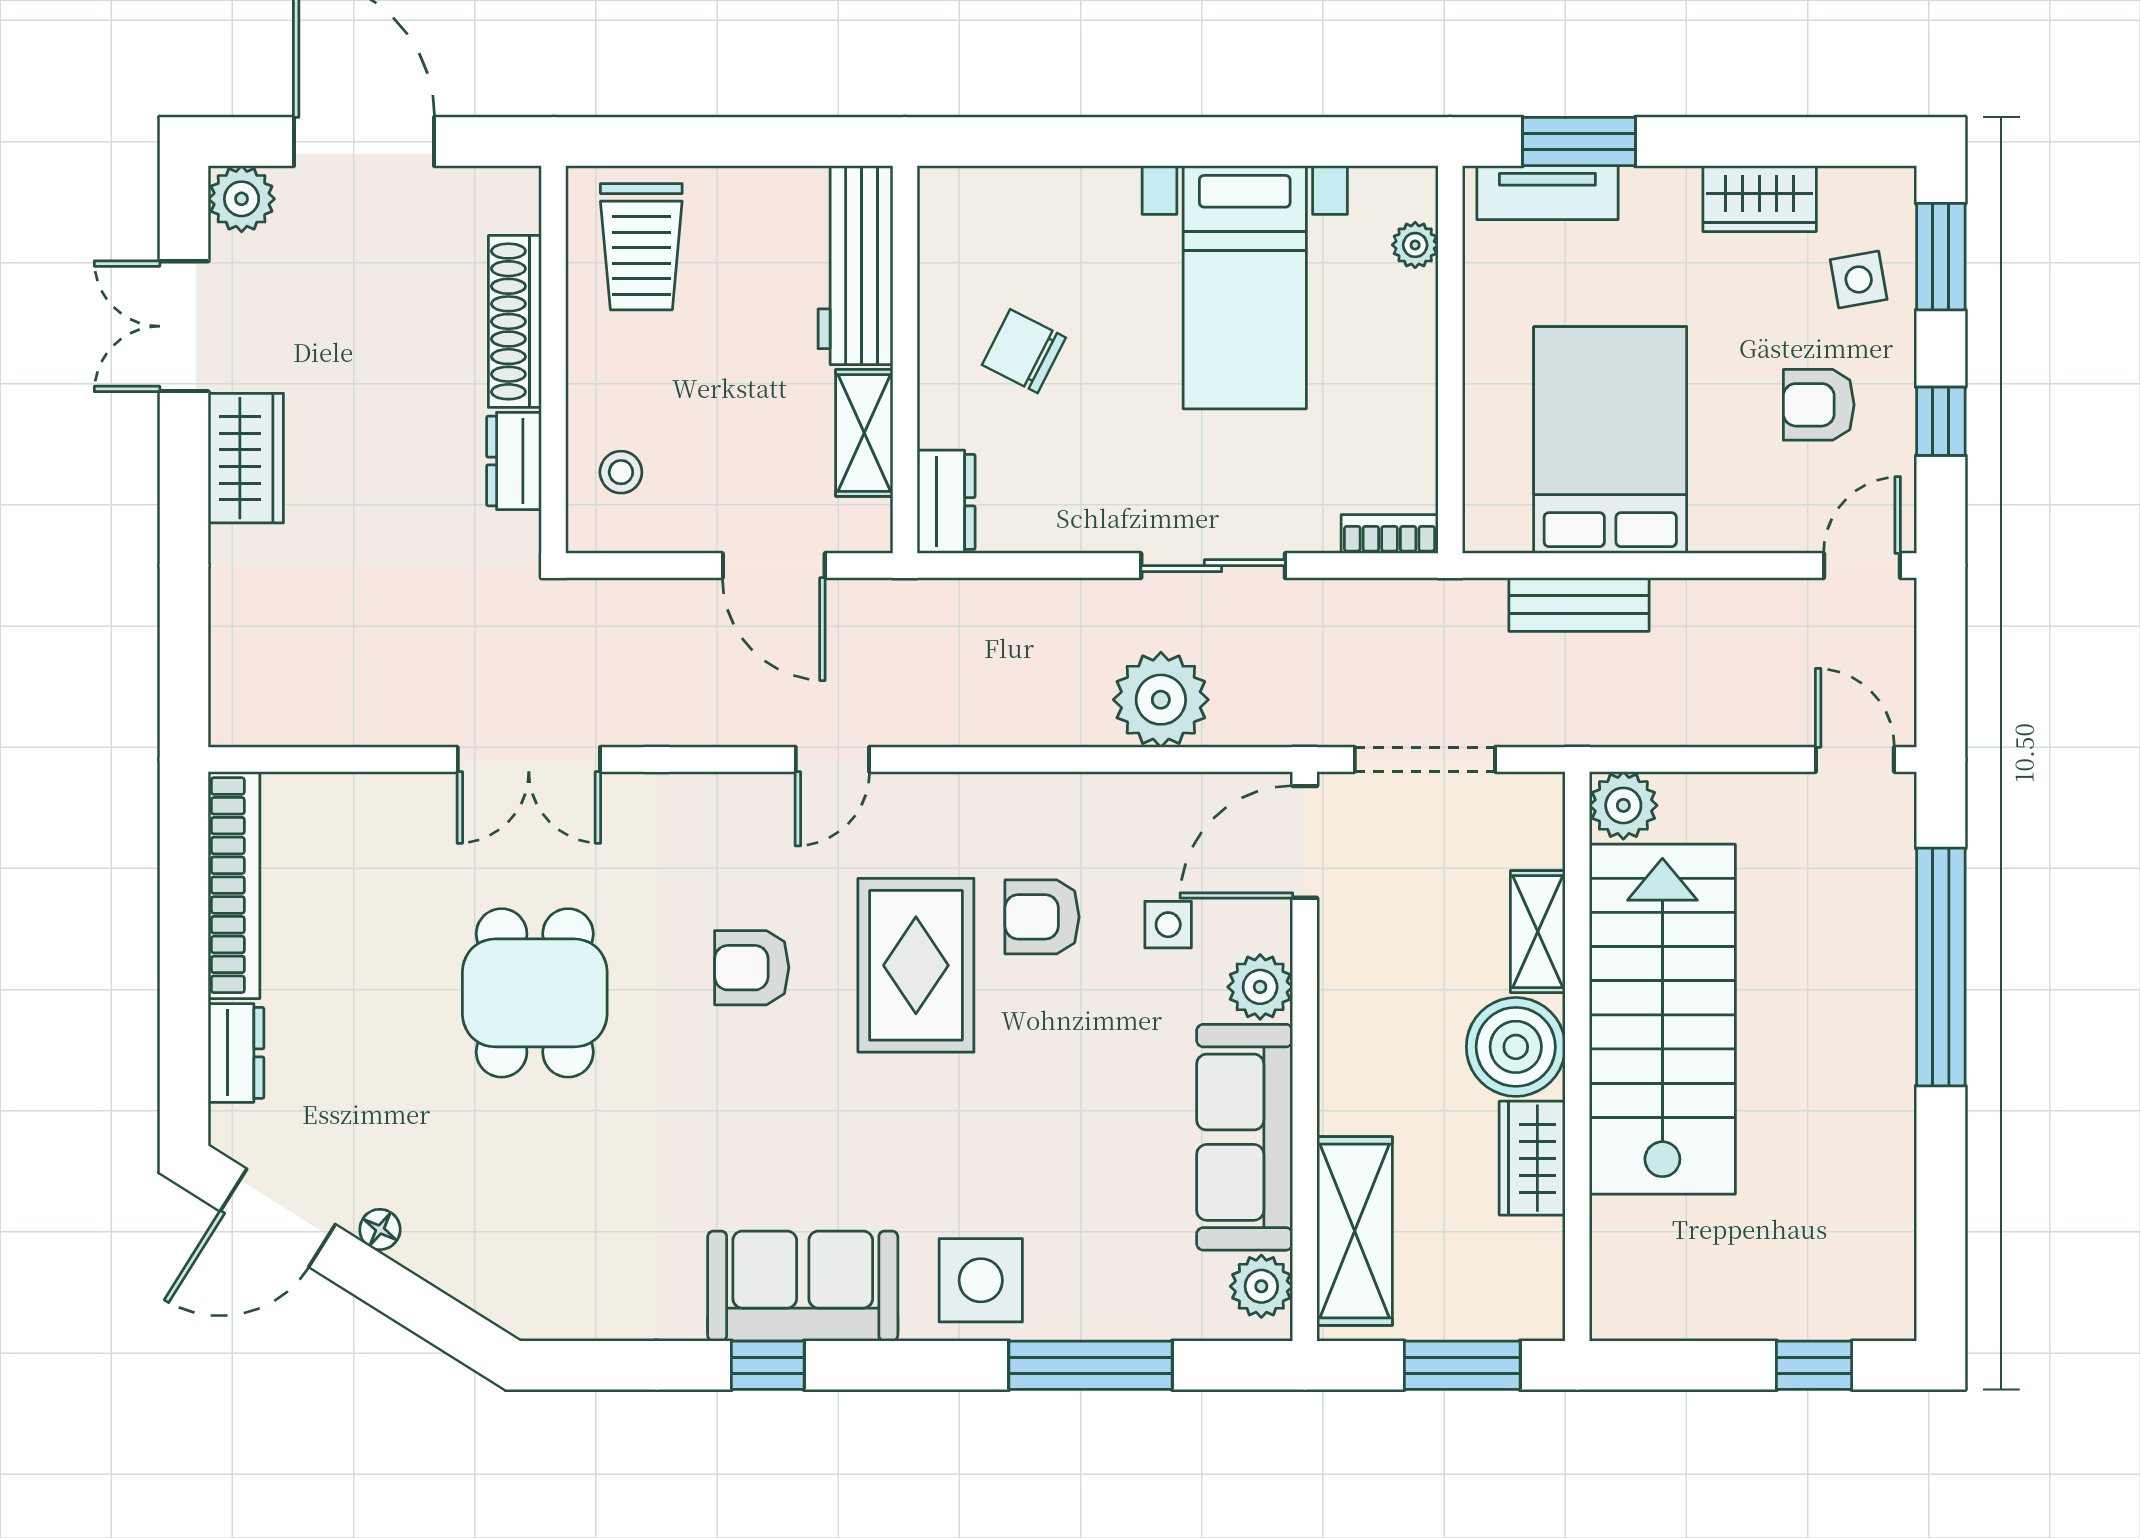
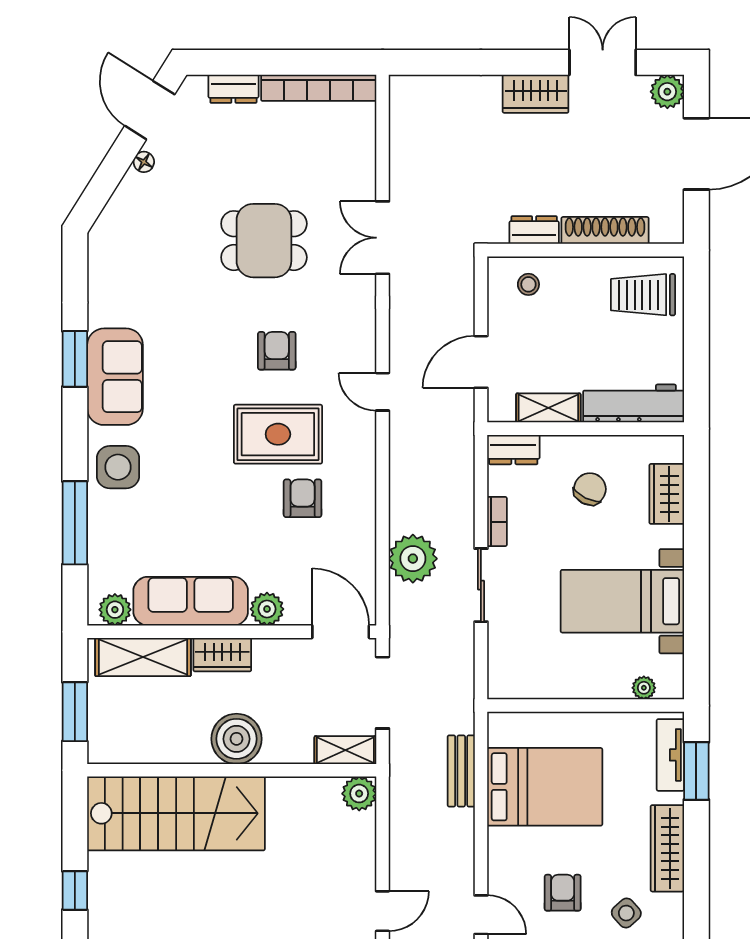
wardrobe: (1760, 199) -> (667, 848), width x1.50
wardrobe: (1034, 200) -> (667, 494), added
side table: (1859, 279) -> (626, 913), turned -32
bookcase: (1390, 534) -> (497, 522), moved
side table: (1168, 925) -> (299, 562), removed
shelving: (1538, 932) -> (345, 750), moved
stairs: (1662, 1019) -> (176, 813), moved
wardrobe: (1532, 1158) -> (222, 655), moved, turned 180
window: (768, 1365) -> (75, 359), width x1.50

